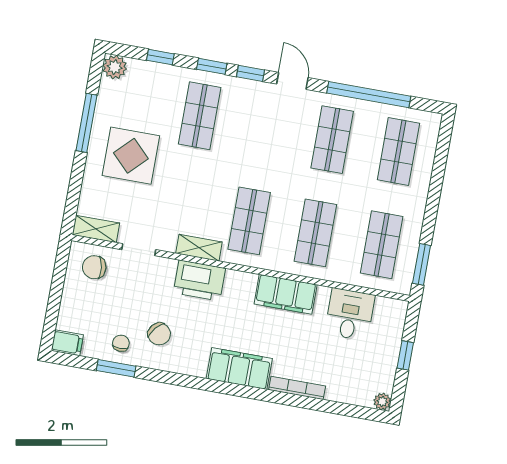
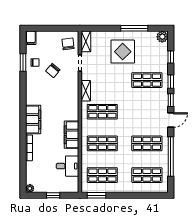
printer: (199, 281) -> (71, 94), removed
chair: (159, 334) -> (53, 71), moved

